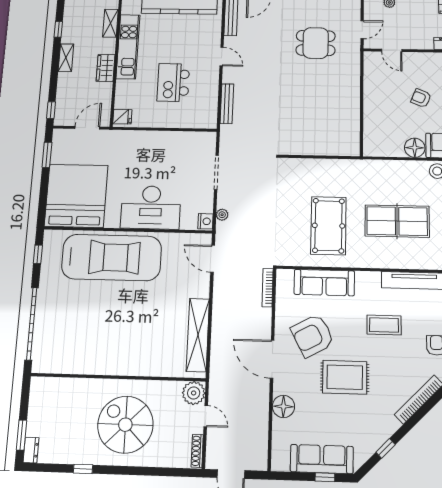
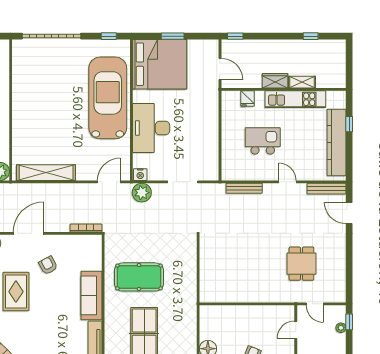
shelving: (110, 23) -> (302, 82), moved
door: (222, 57) -> (287, 182), swing flipped
shelving: (66, 58) -> (284, 45), removed
fridge: (122, 117) -> (248, 99), moved
window: (47, 155) -> (173, 36), moved
plant: (222, 215) -> (142, 193), width x1.87, depth x1.87
car: (112, 257) -> (108, 98), turned 180
sofa: (324, 283) -> (91, 295), moved
coffee table: (384, 325) -> (58, 323), removed
armchair: (313, 336) -> (48, 265), width x0.53, depth x0.53

